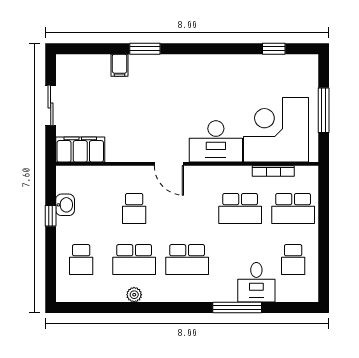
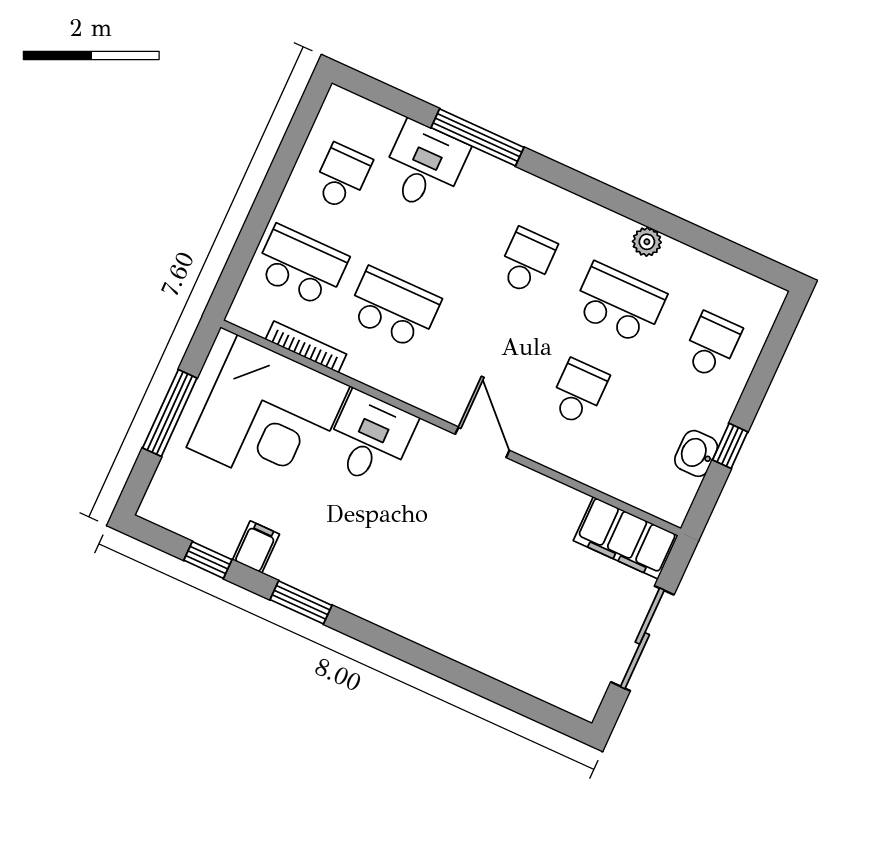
window: (145, 49) -> (301, 602), moved
filing cabinet: (120, 65) -> (256, 547), moved
sliding door: (51, 105) -> (642, 638), width x1.37
desk: (216, 141) -> (370, 439), width x0.73
school desk: (187, 260) -> (527, 261), width x0.54

